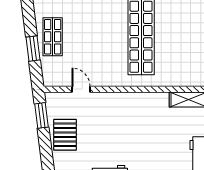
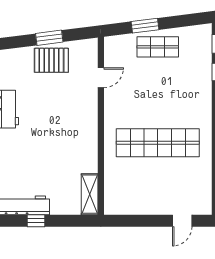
window: (41, 115) -> (49, 38), moved

